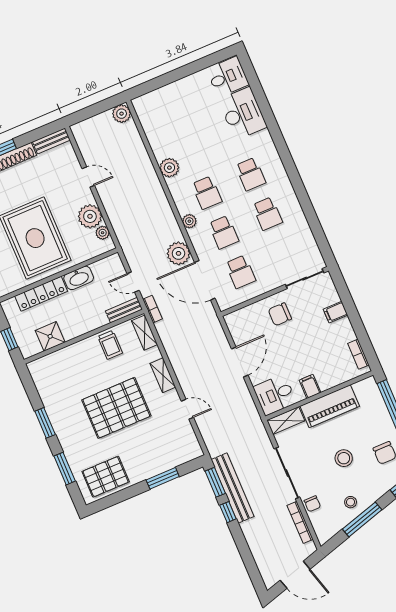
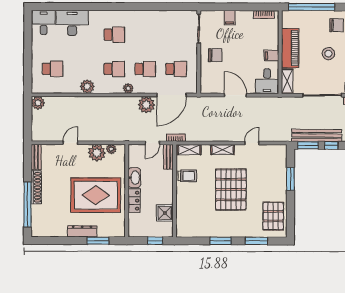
school desk: (267, 214) -> (53, 69), moved
locker: (41, 294) -> (134, 201), width x0.66
chair: (280, 314) -> (215, 55), turned -90

